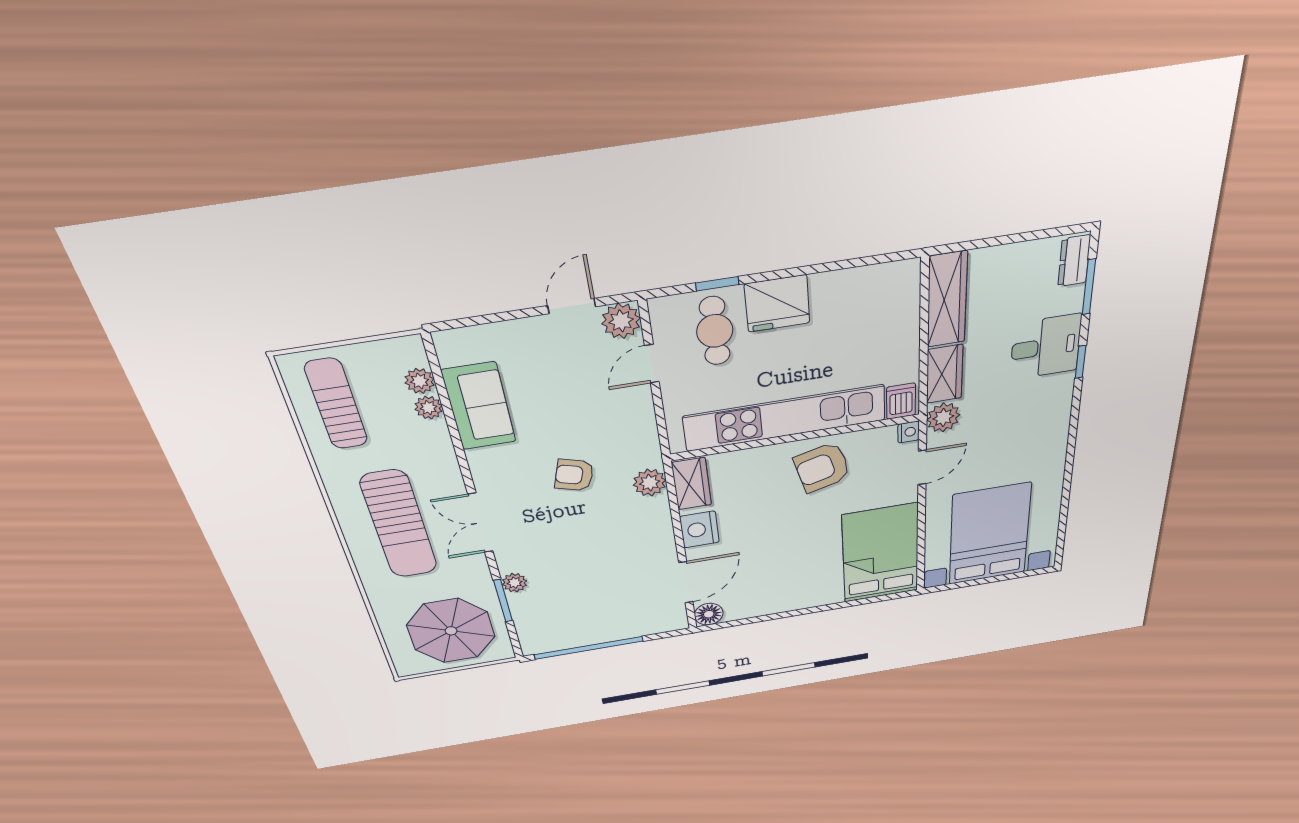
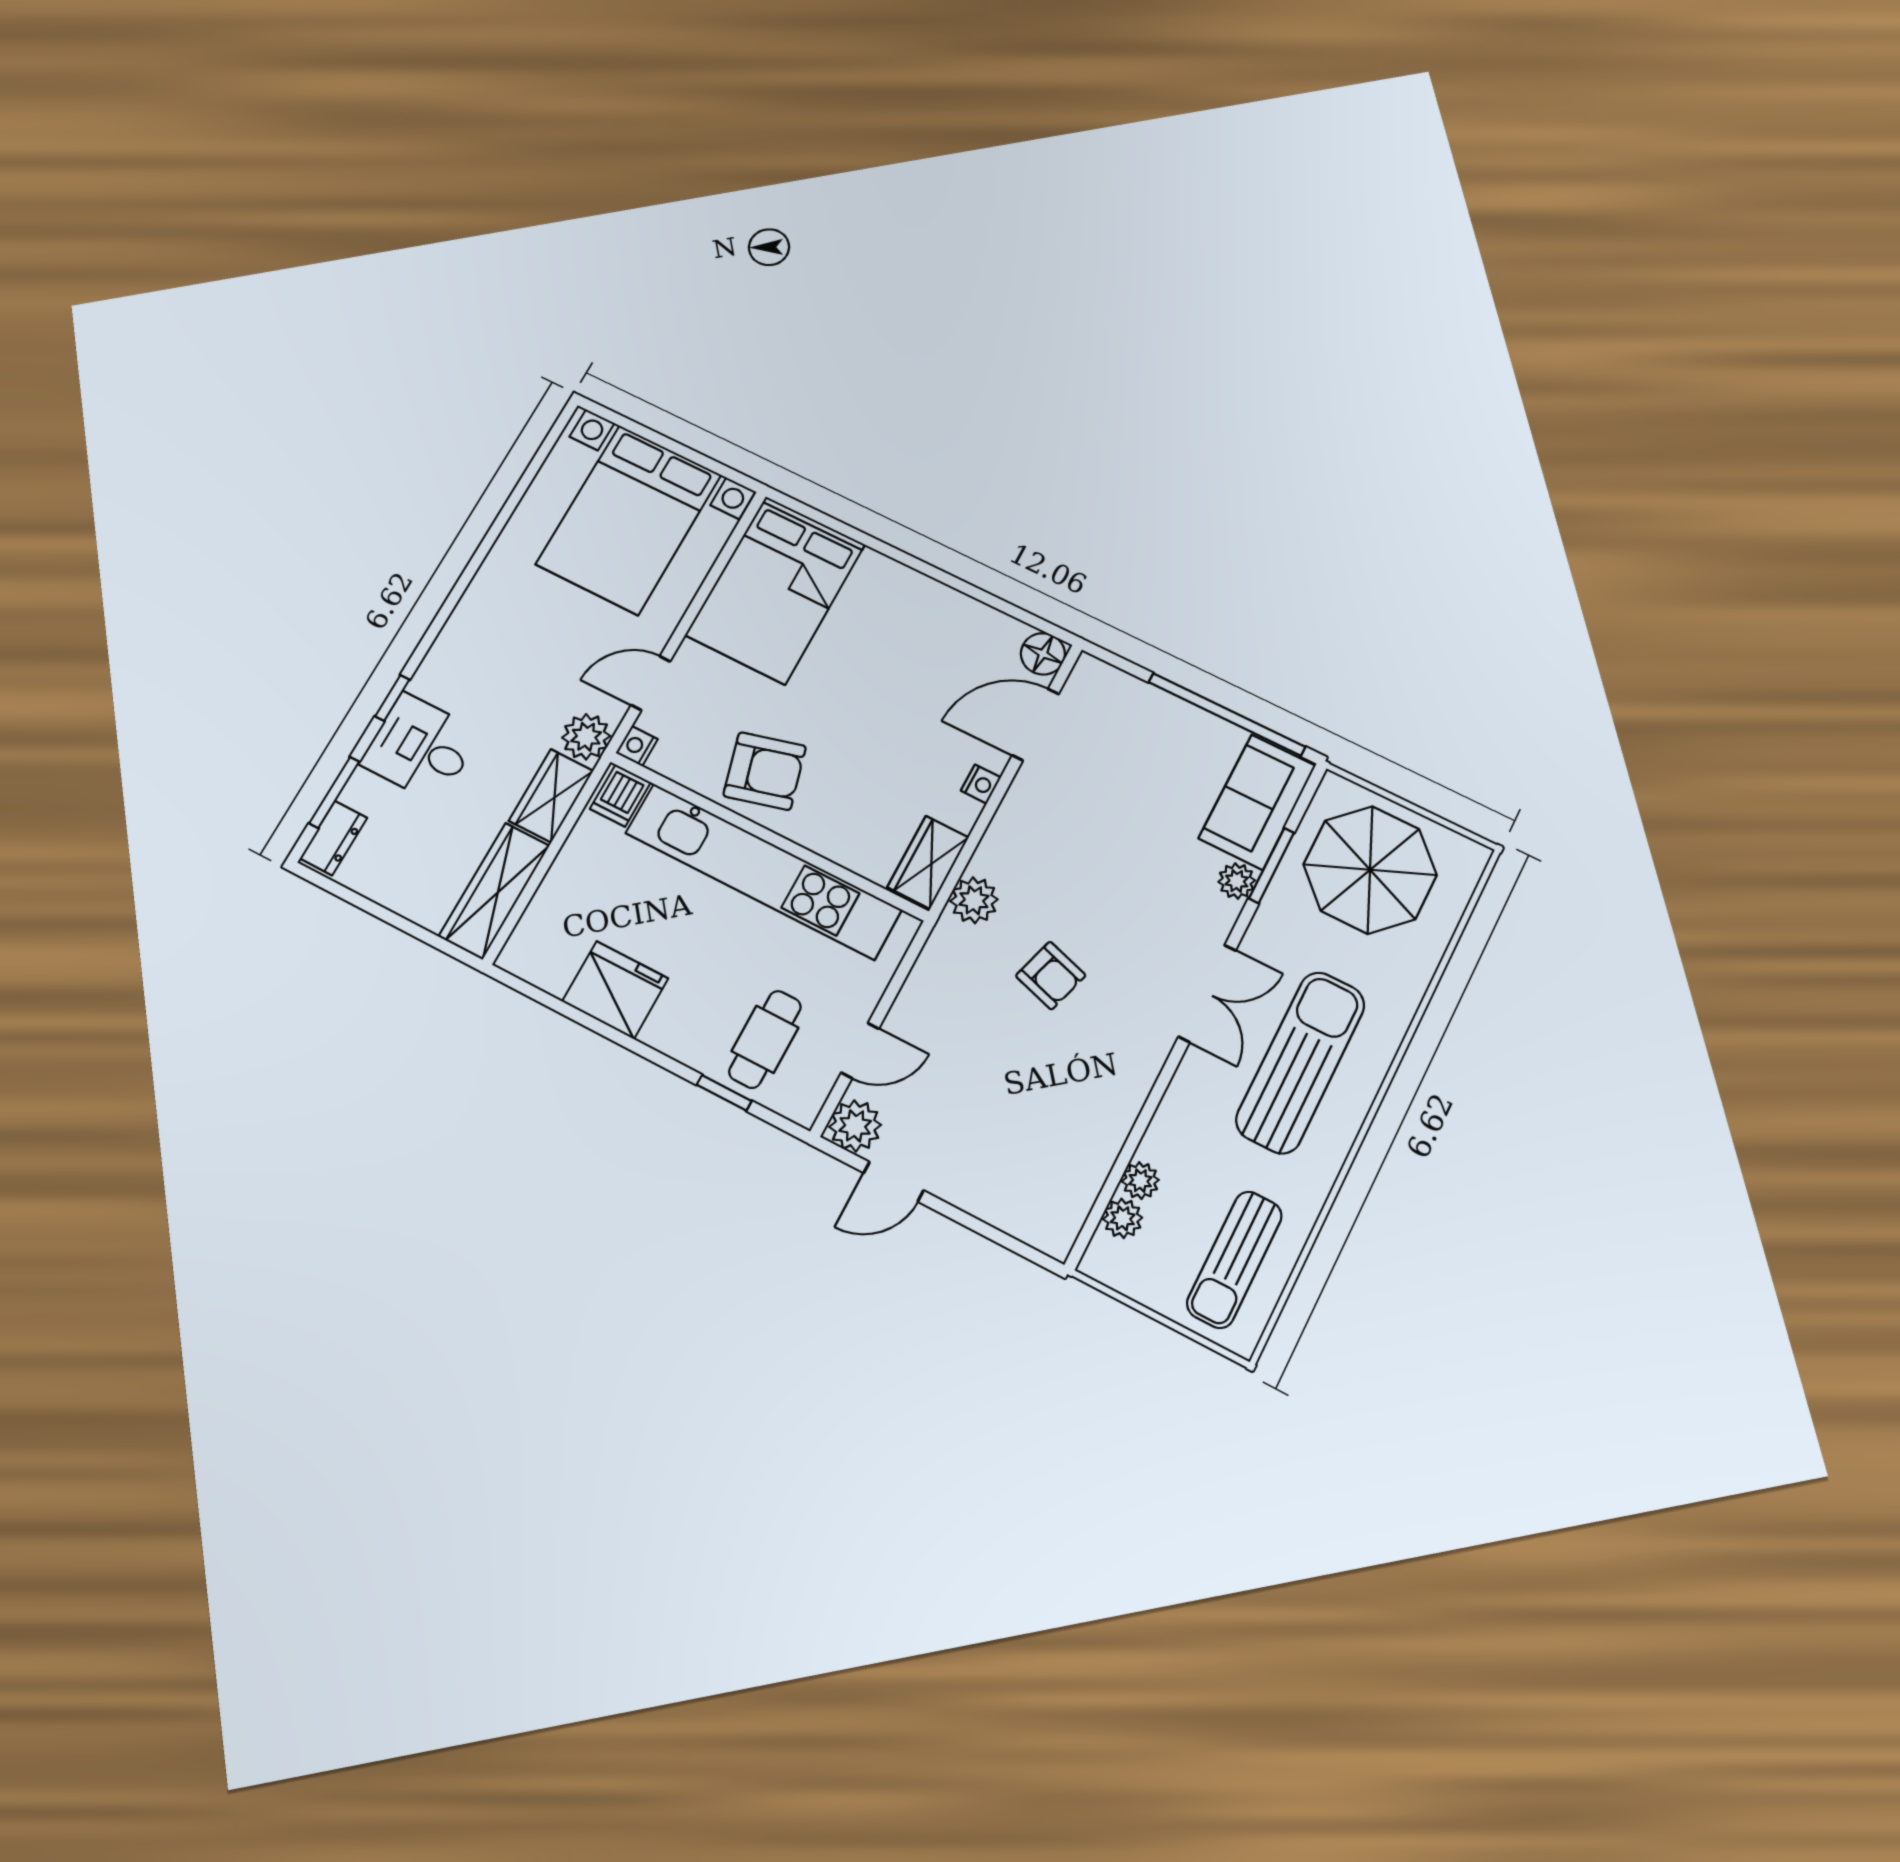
fridge: (777, 304) -> (615, 990), moved
sofa: (479, 406) -> (1257, 802), moved
nightstand: (699, 529) -> (981, 784), width x0.53, depth x0.56

